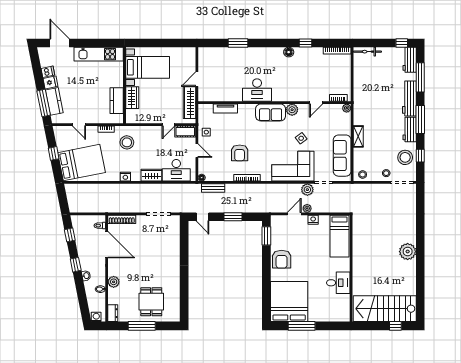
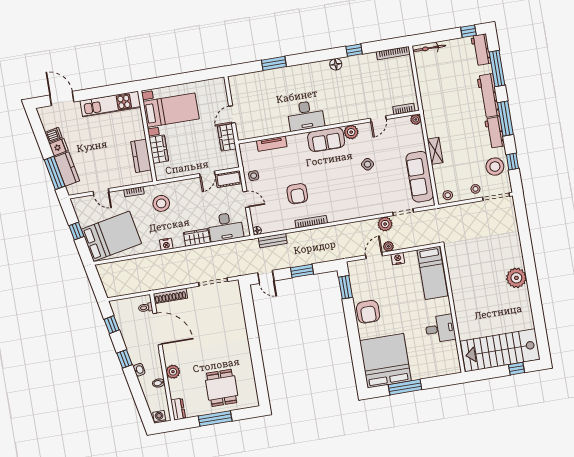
wardrobe: (189, 103) -> (227, 137), width x0.67
corner sofa: (293, 166) -> (363, 199), removed

